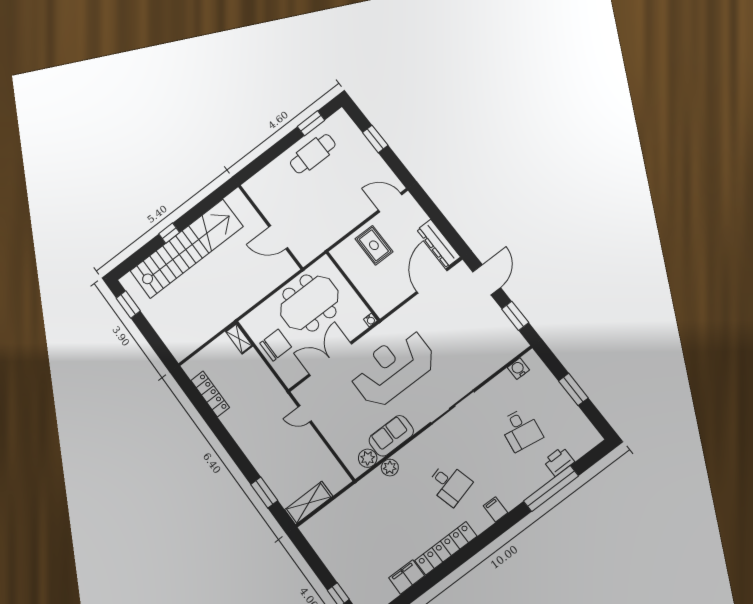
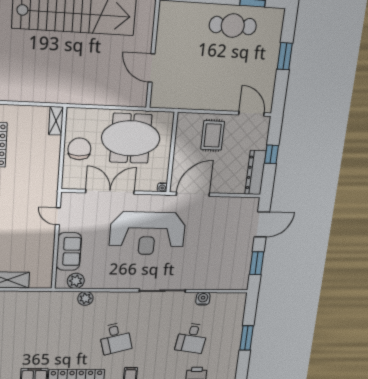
window: (438, 218) -> (271, 154), added
door: (432, 281) -> (193, 194), moved
chair: (276, 345) -> (79, 149), turned -90
reception desk: (393, 368) -> (147, 233), turned 180
water cooler: (518, 369) -> (203, 299), moved
sofa: (391, 436) -> (69, 251), moved, turned 90

